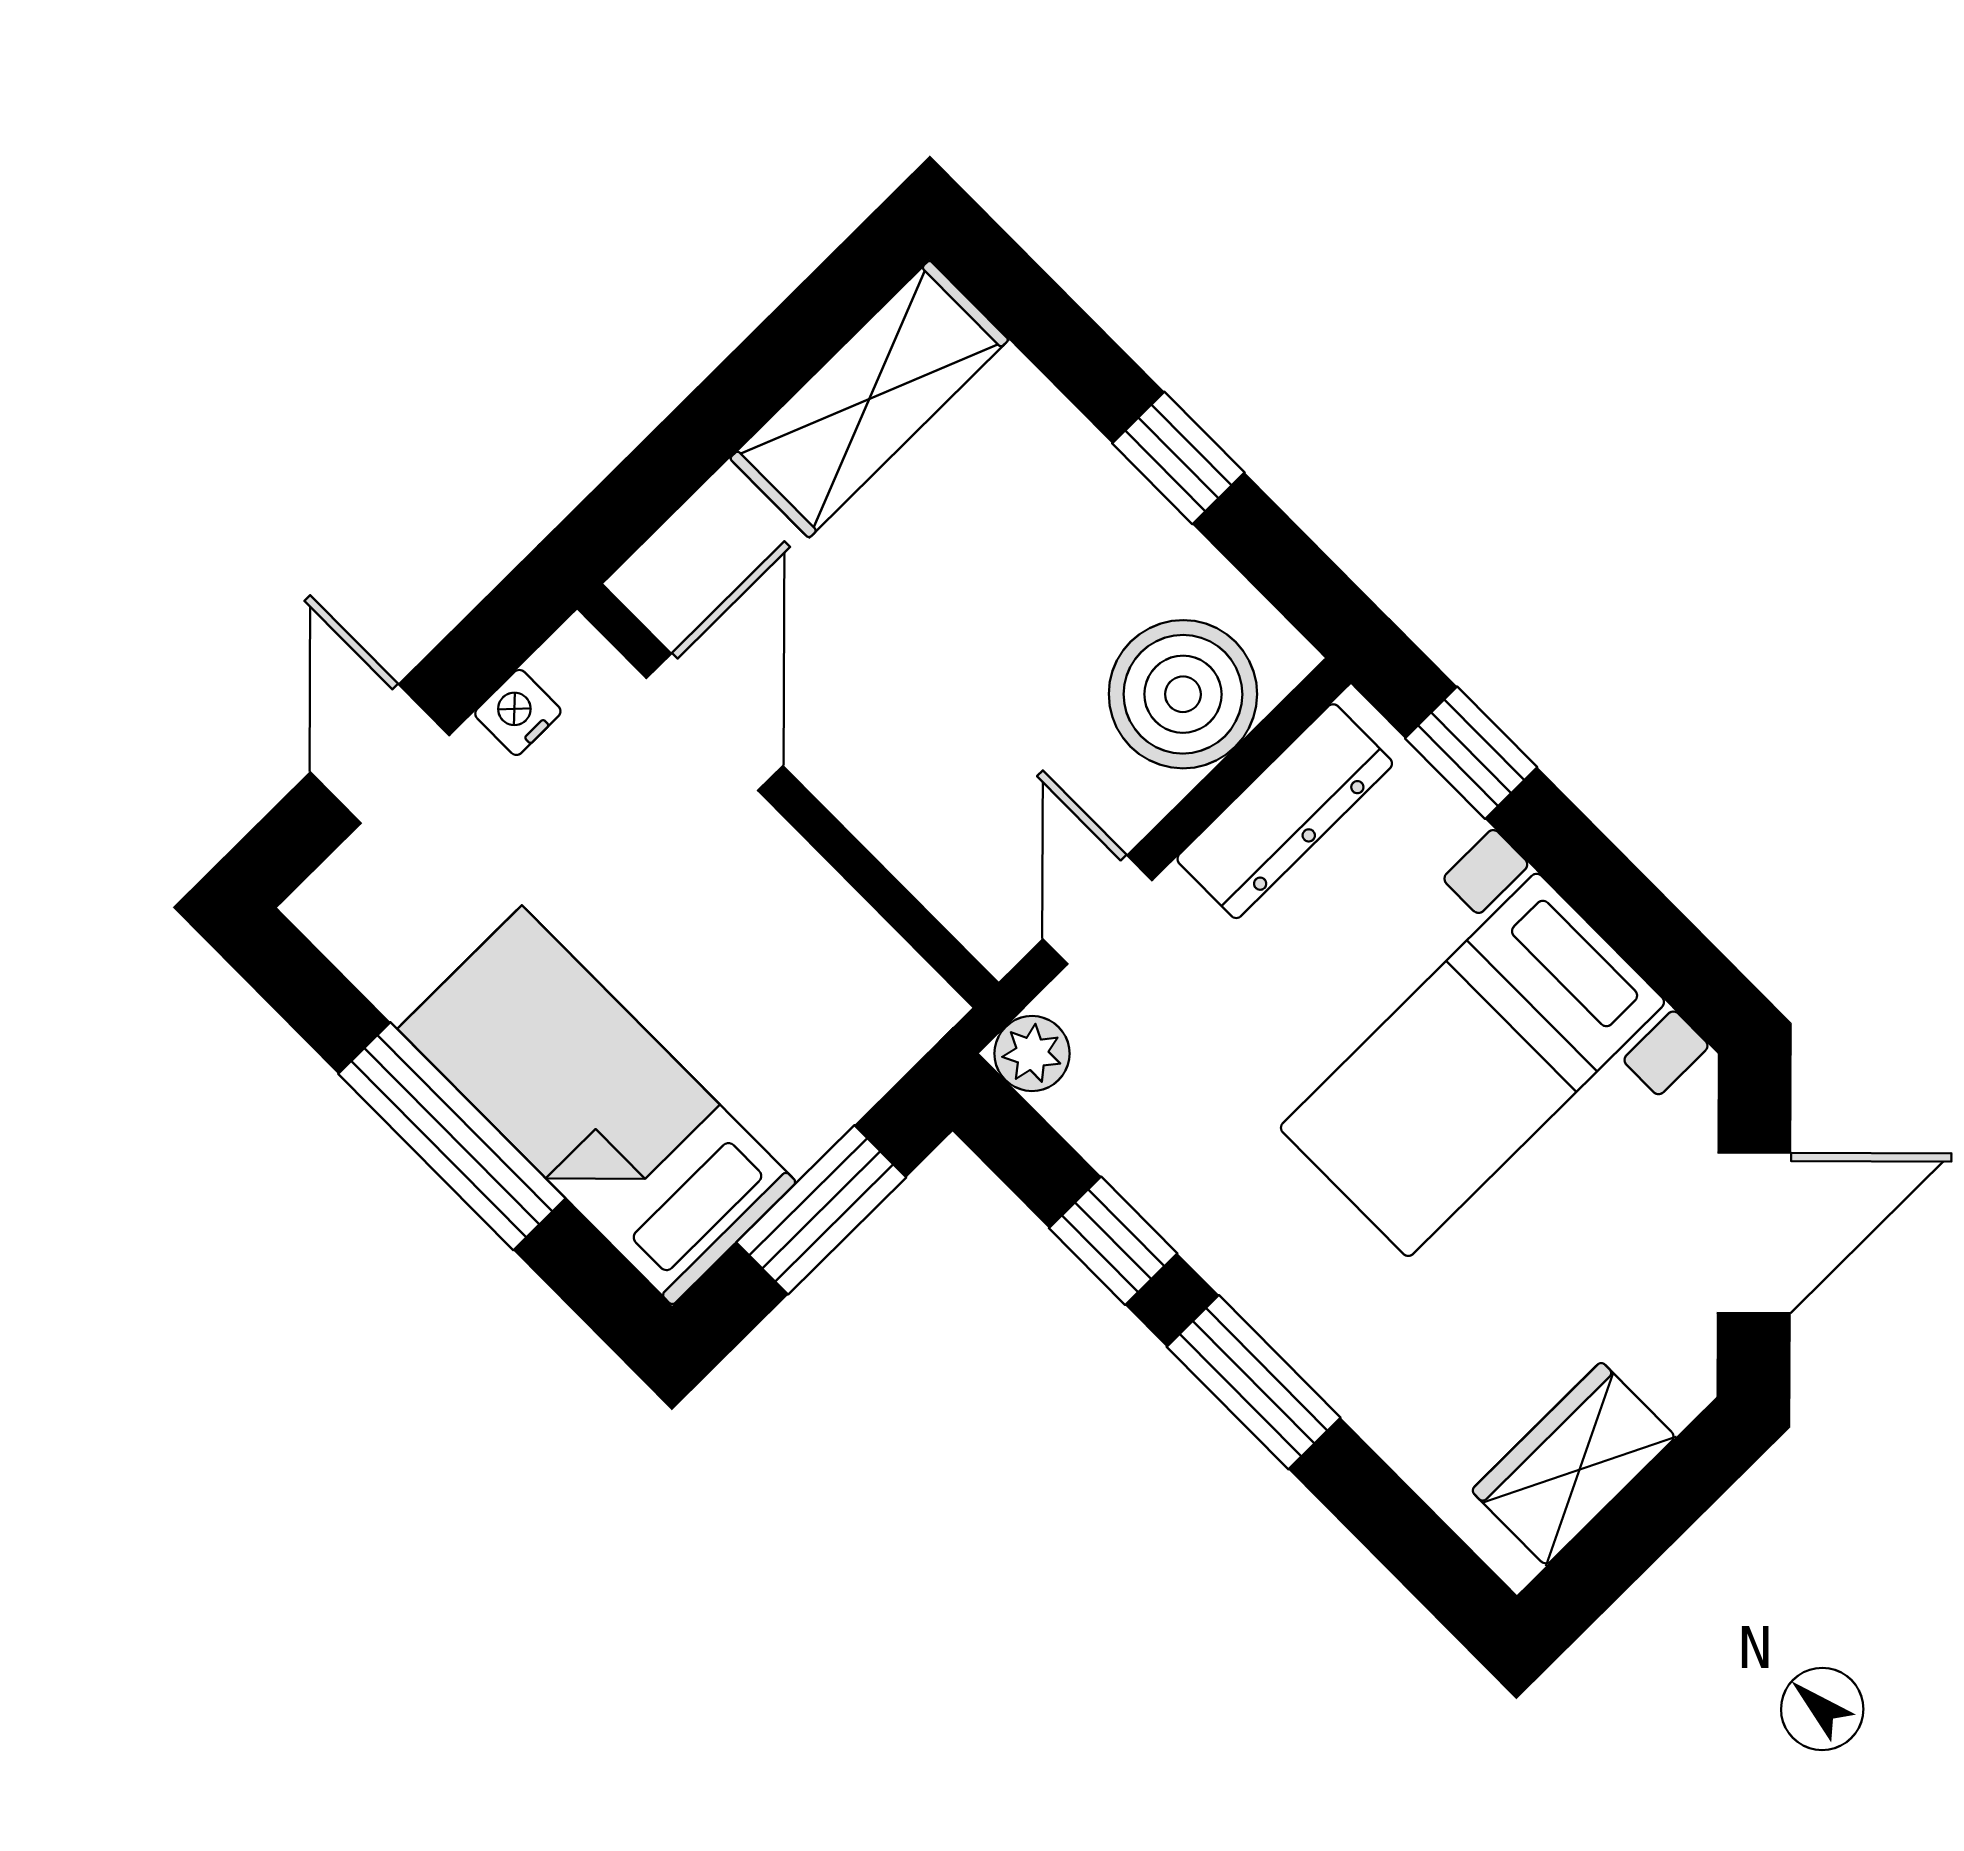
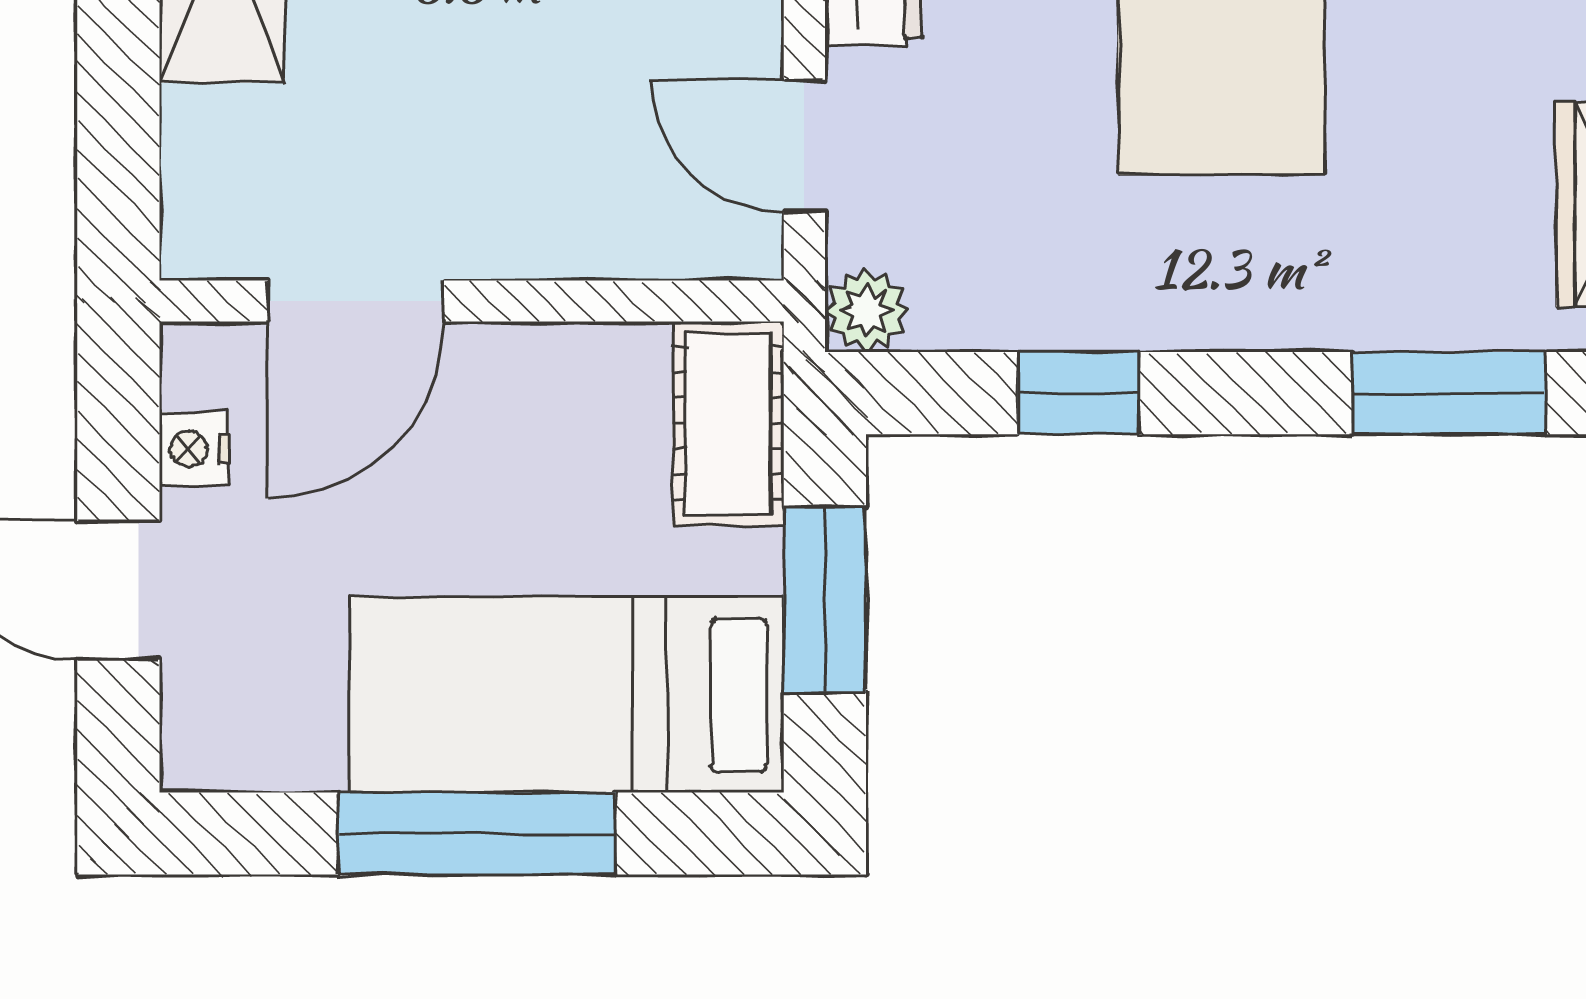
door: (715, 722) -> (356, 301), swing flipped
cot: (872, 1037) -> (728, 424), added
window: (1254, 1382) -> (1449, 393), moved

